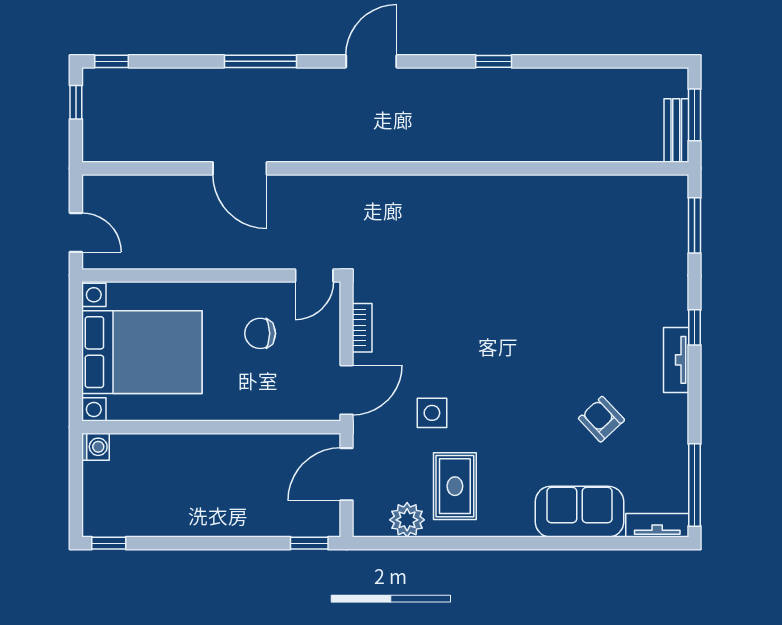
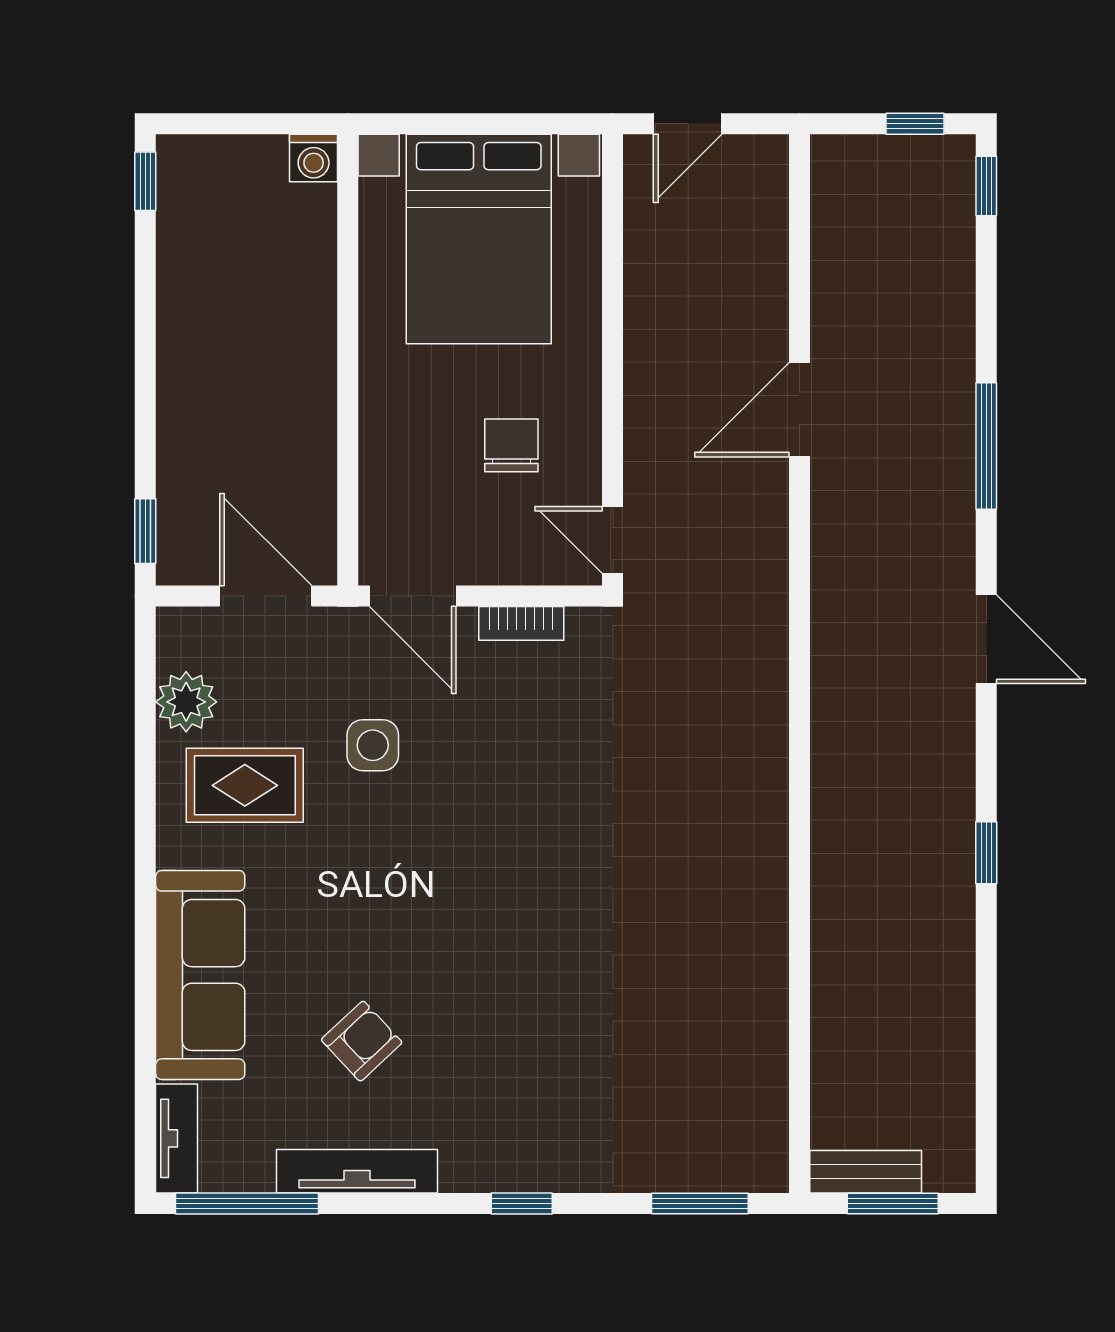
tv unit: (676, 360) -> (357, 1171), moved, width x1.41
sofa: (579, 512) -> (200, 975), width x1.36

